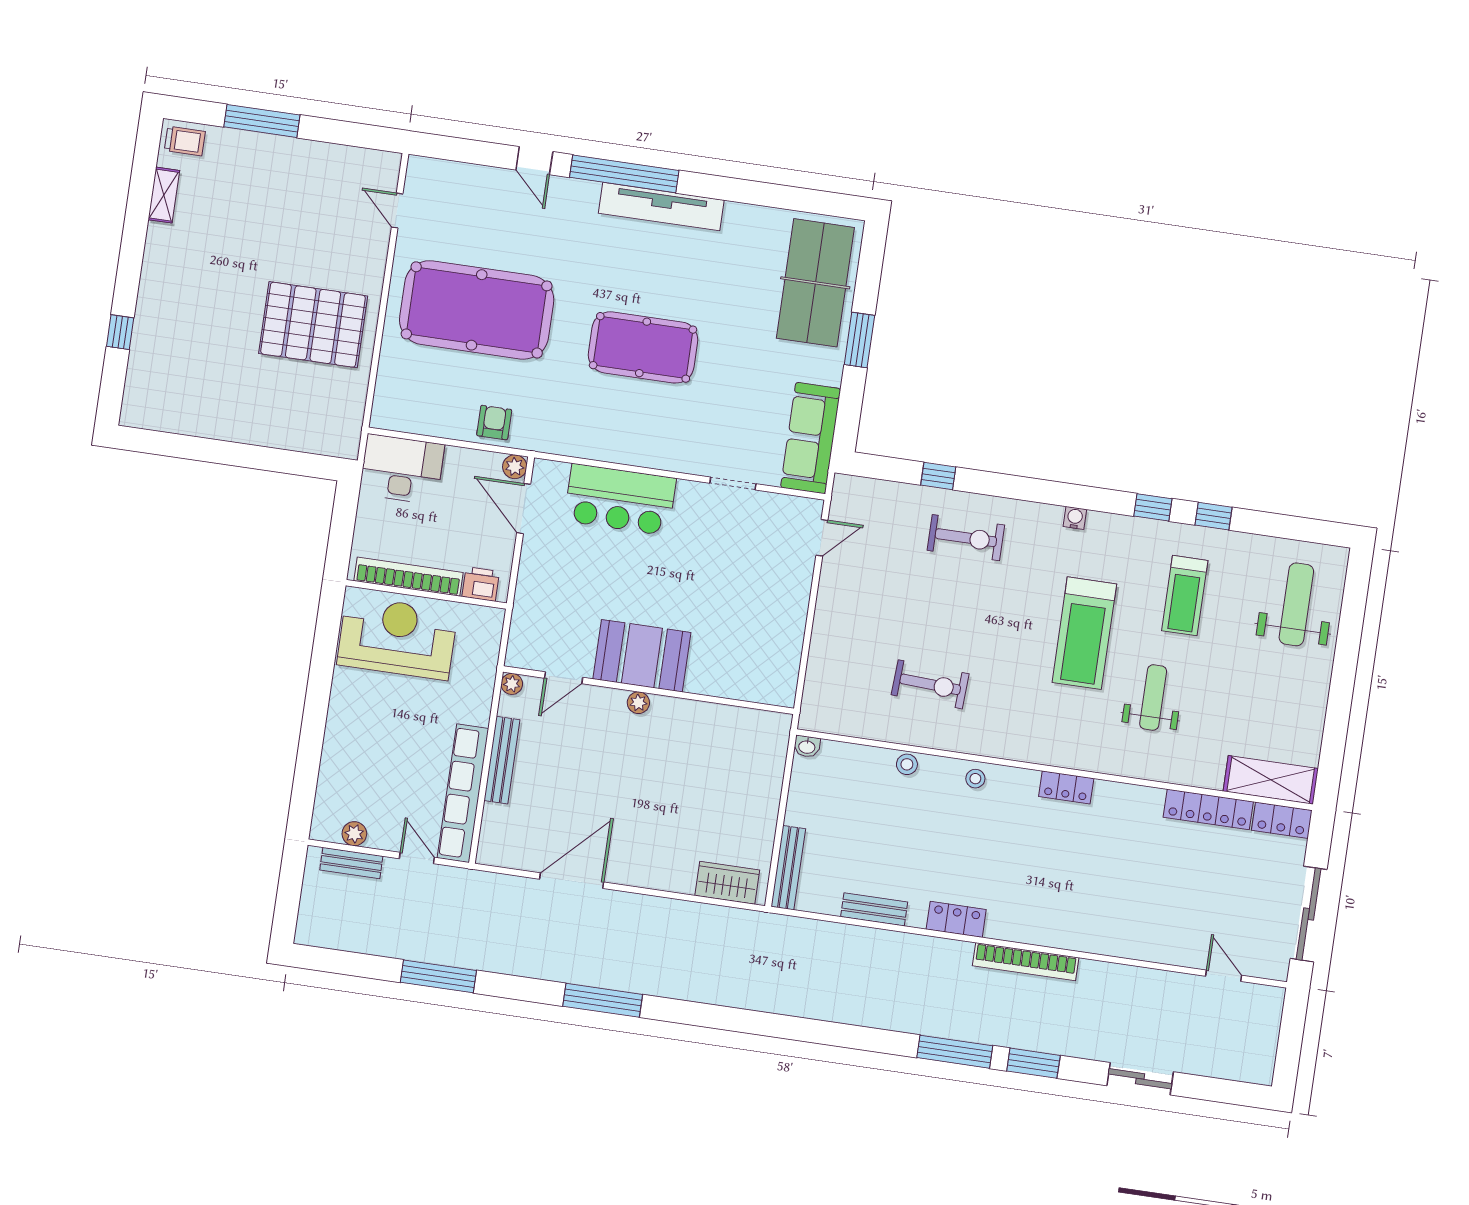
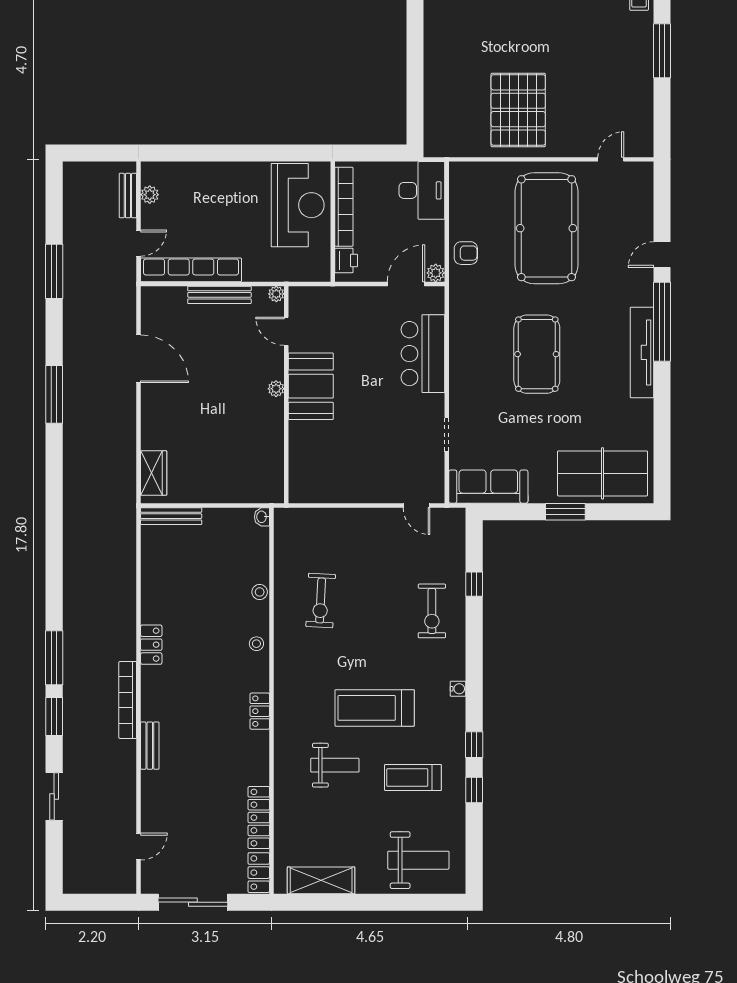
shelving: (1271, 780) -> (321, 880), moved, turned 90
bench: (874, 909) -> (150, 746), moved

